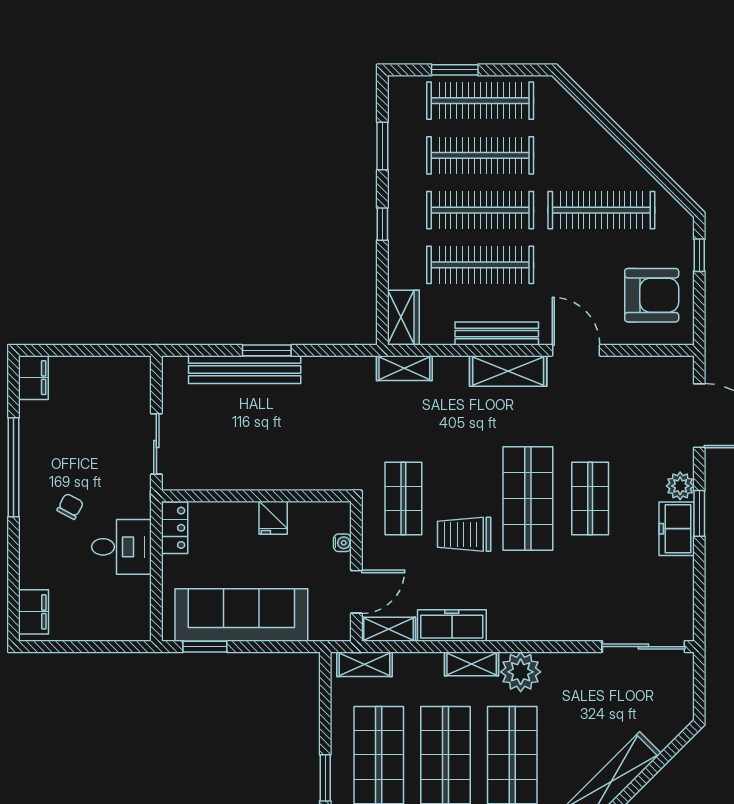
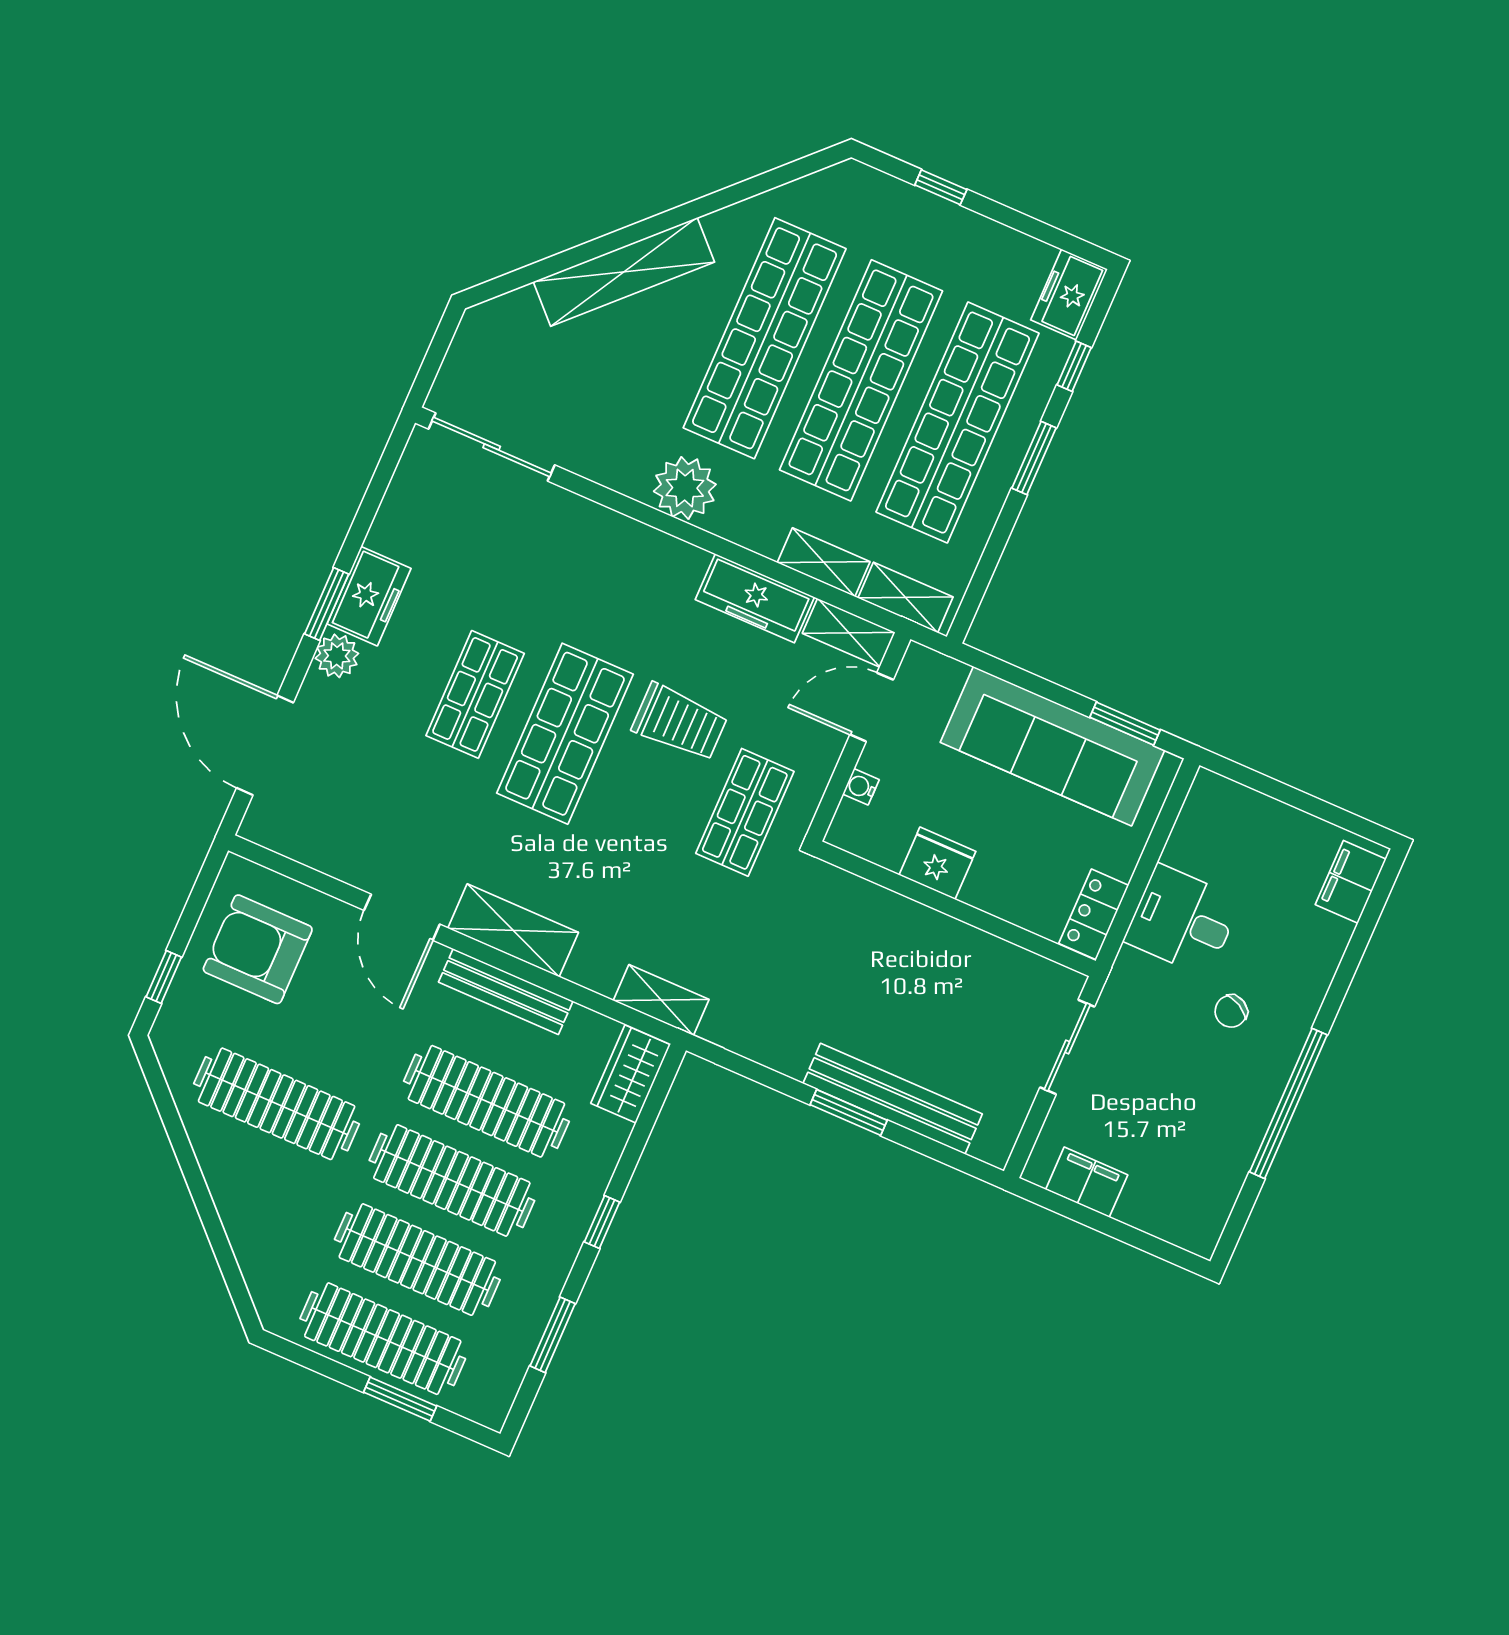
filing cabinet: (33, 378) -> (1087, 1182), moved, turned 90
fridge: (273, 518) -> (937, 863), width x1.38
shelving: (472, 664) -> (824, 562), moved

